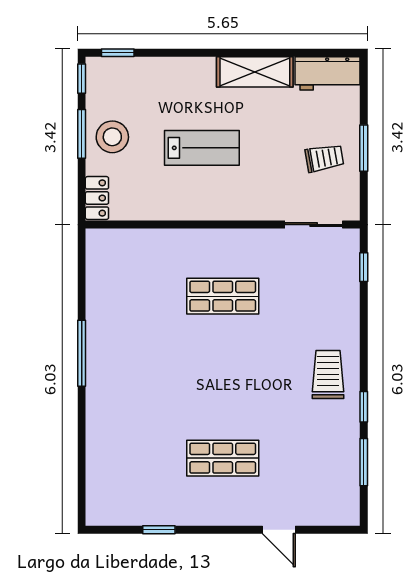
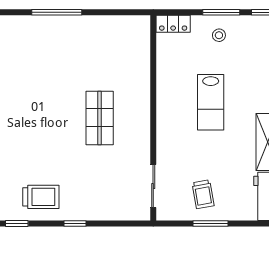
stool: (112, 137) -> (219, 35), width x0.53, depth x0.53
window: (364, 267) -> (75, 224), moved

